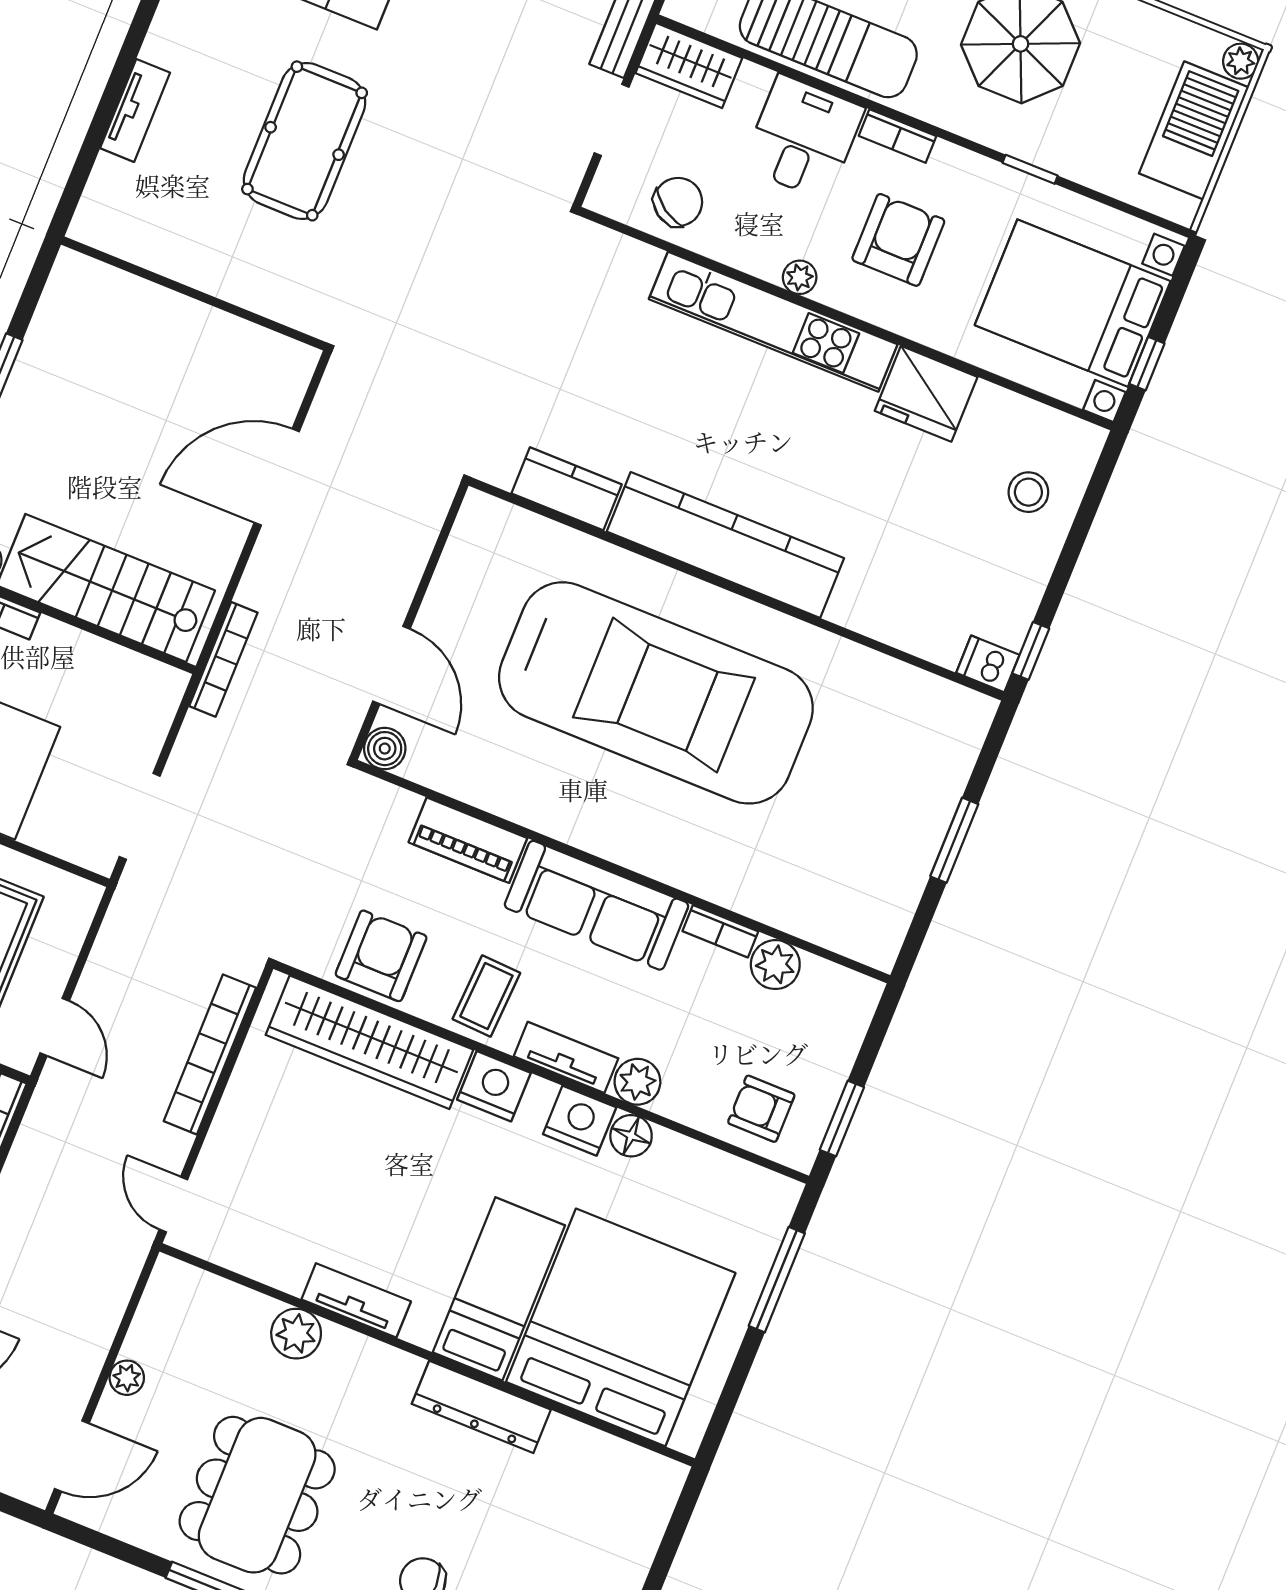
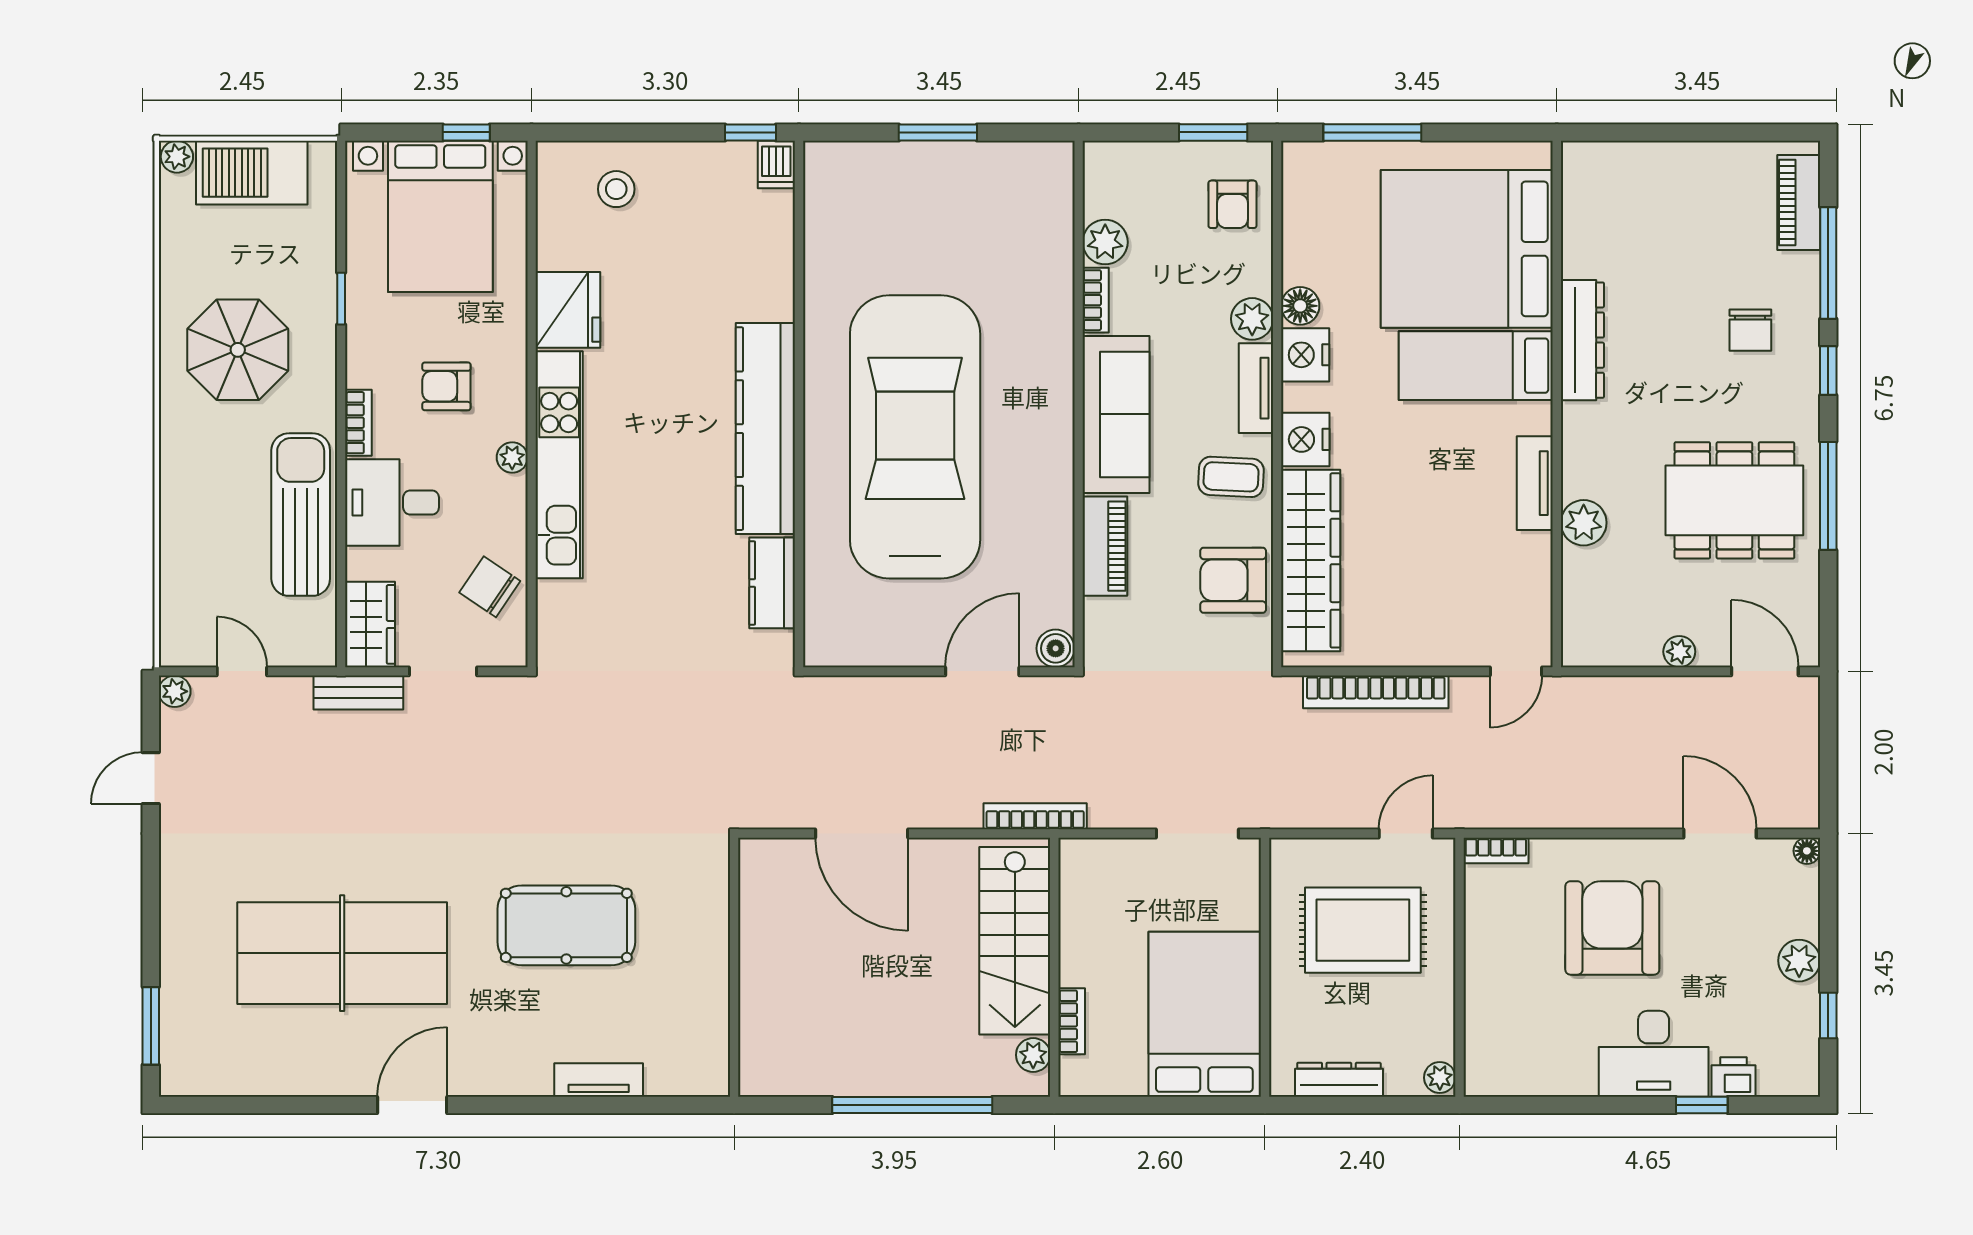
armchair: (898, 240) -> (446, 386), width x0.72, depth x0.72

